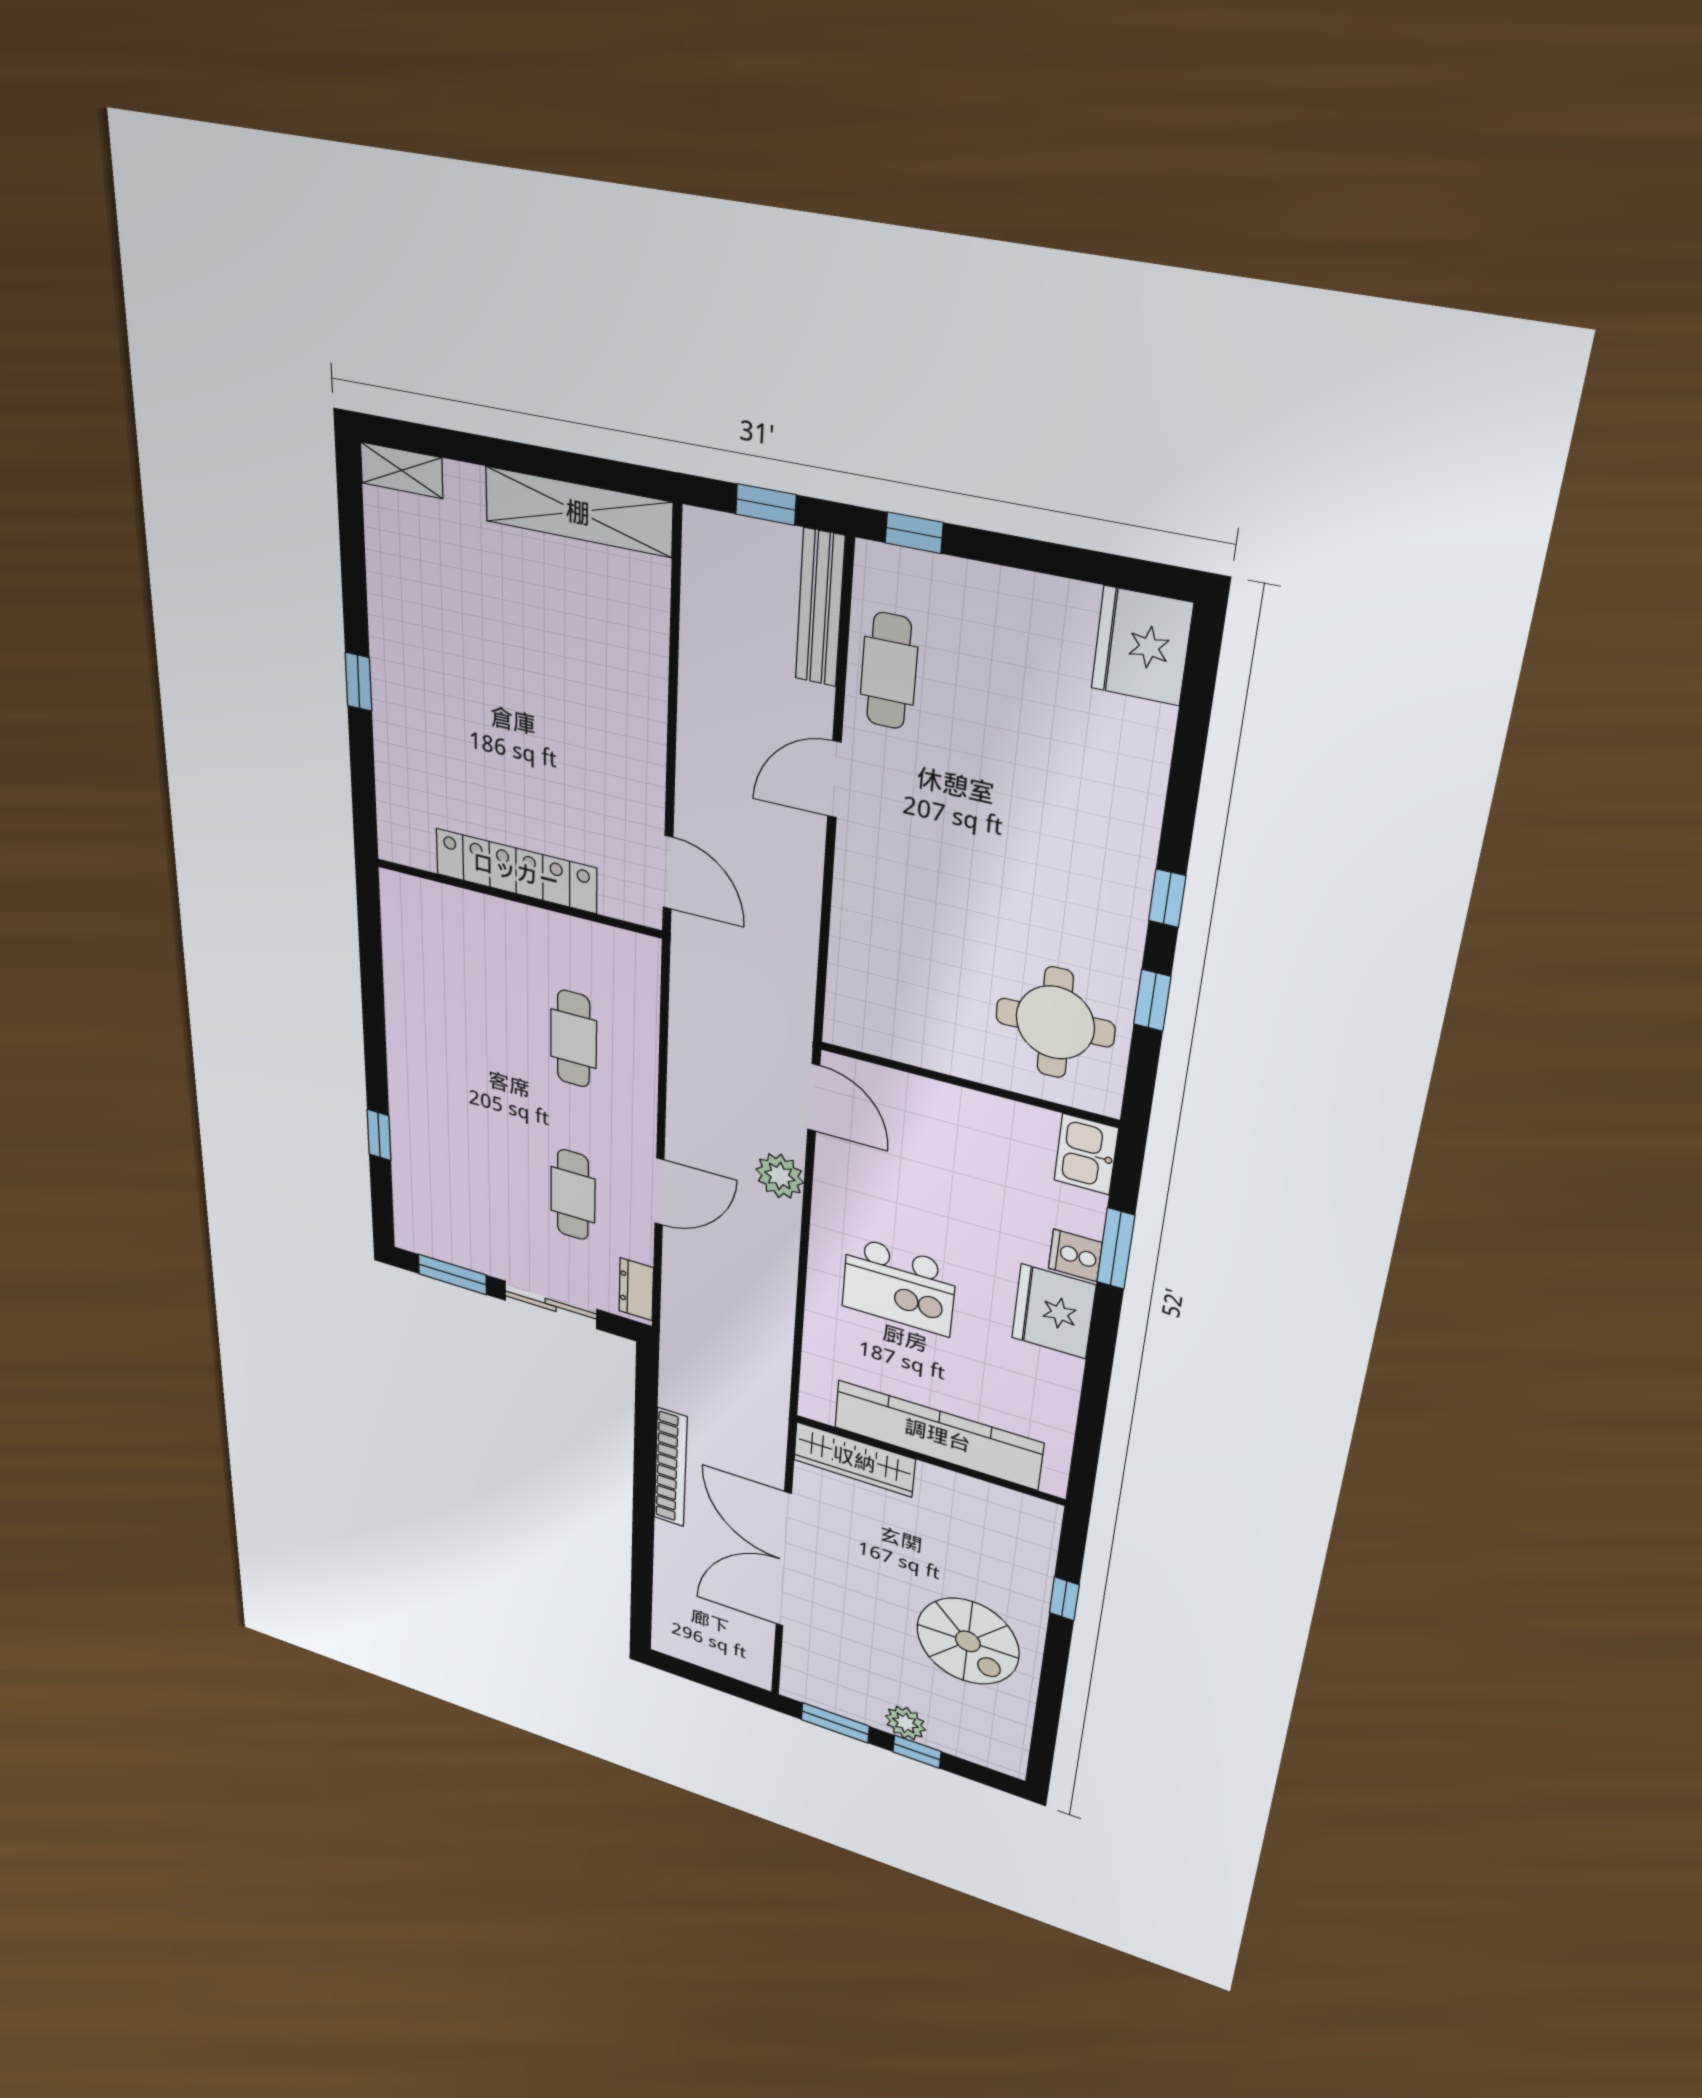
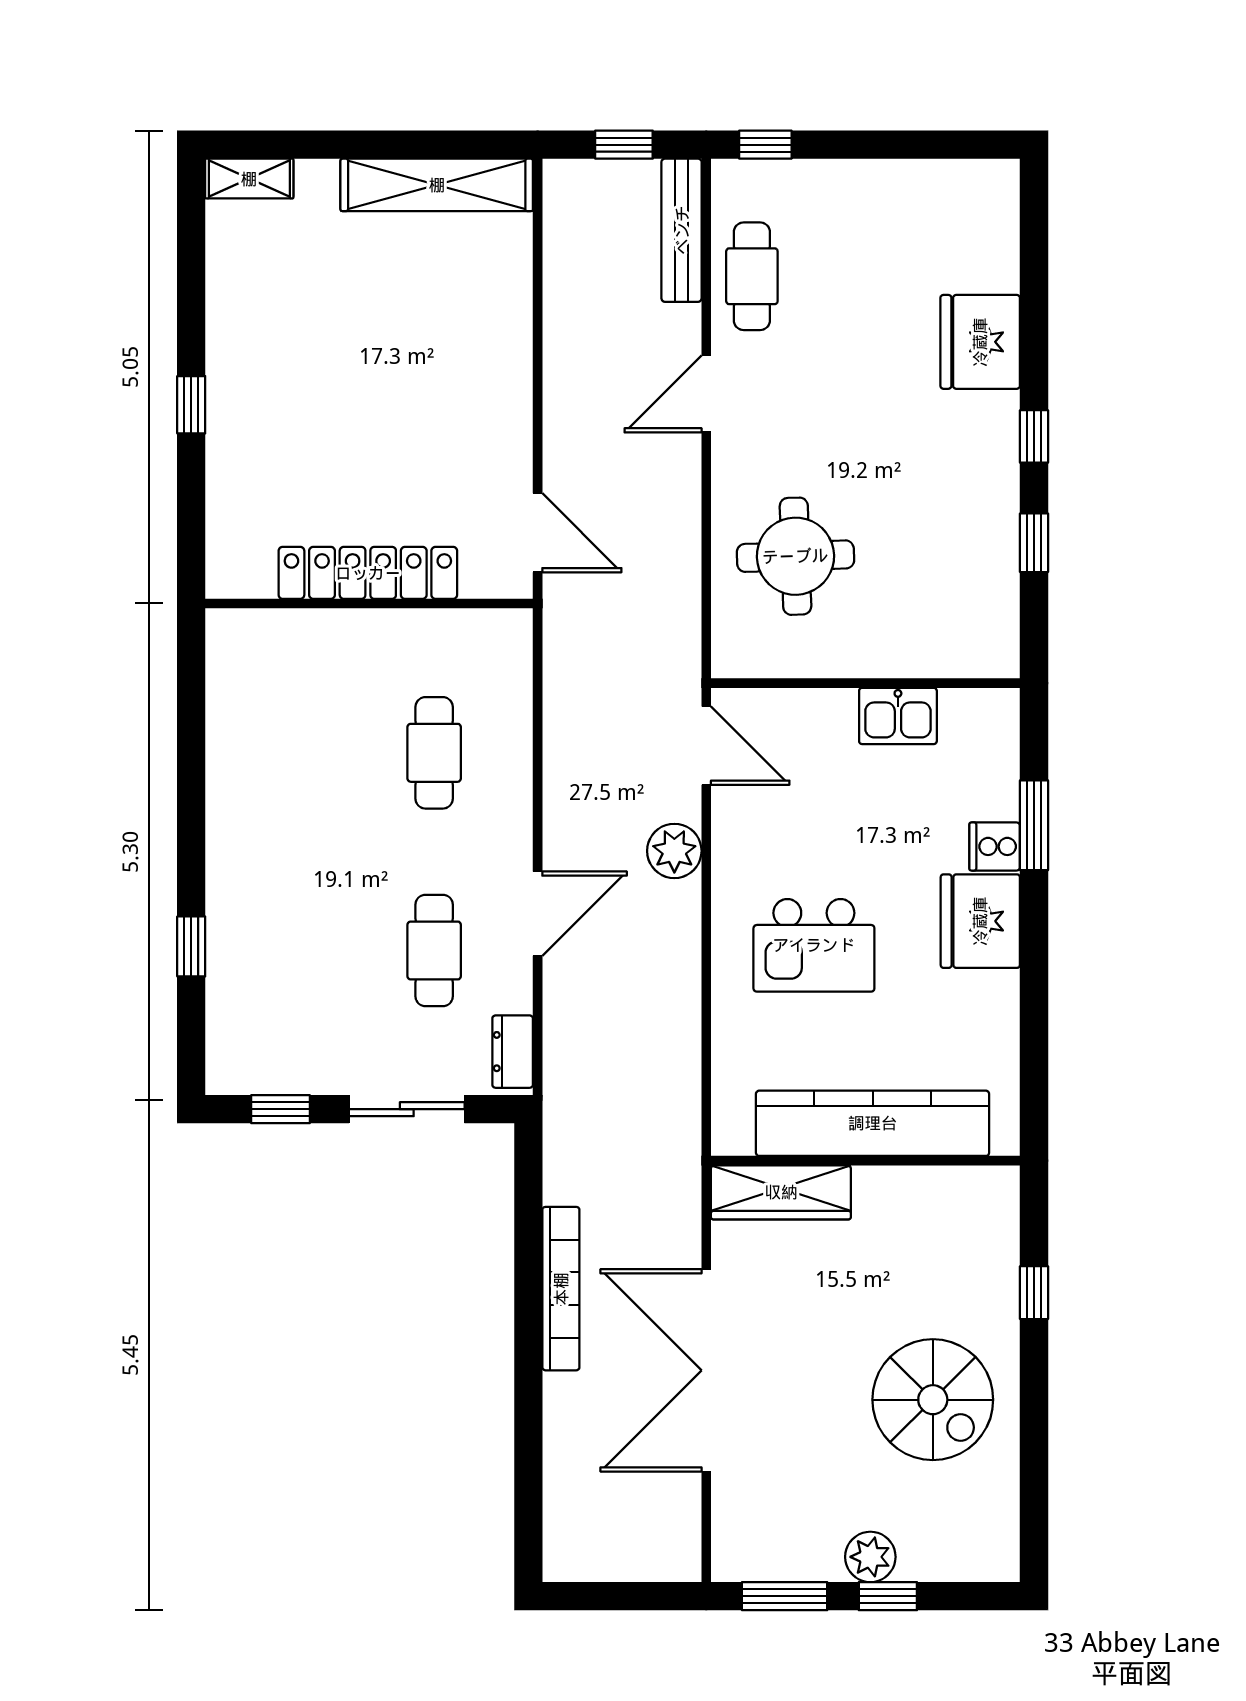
fridge: (1142, 646) -> (980, 342), moved
round table: (1055, 1023) -> (795, 556), moved
kitchen sink: (1086, 1154) -> (898, 716), moved, turned -90
window: (452, 1274) -> (281, 1109), width x0.67

